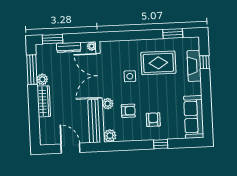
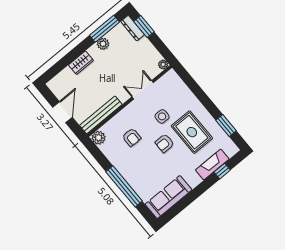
dresser: (69, 47) -> (133, 28), moved
double door: (99, 76) -> (143, 90), width x0.54
wardrobe: (44, 101) -> (81, 63), width x0.67
plant: (108, 104) -> (124, 115), removed
armchair: (153, 120) -> (165, 143), moved, turned 180
window: (161, 144) -> (124, 186), width x3.17

